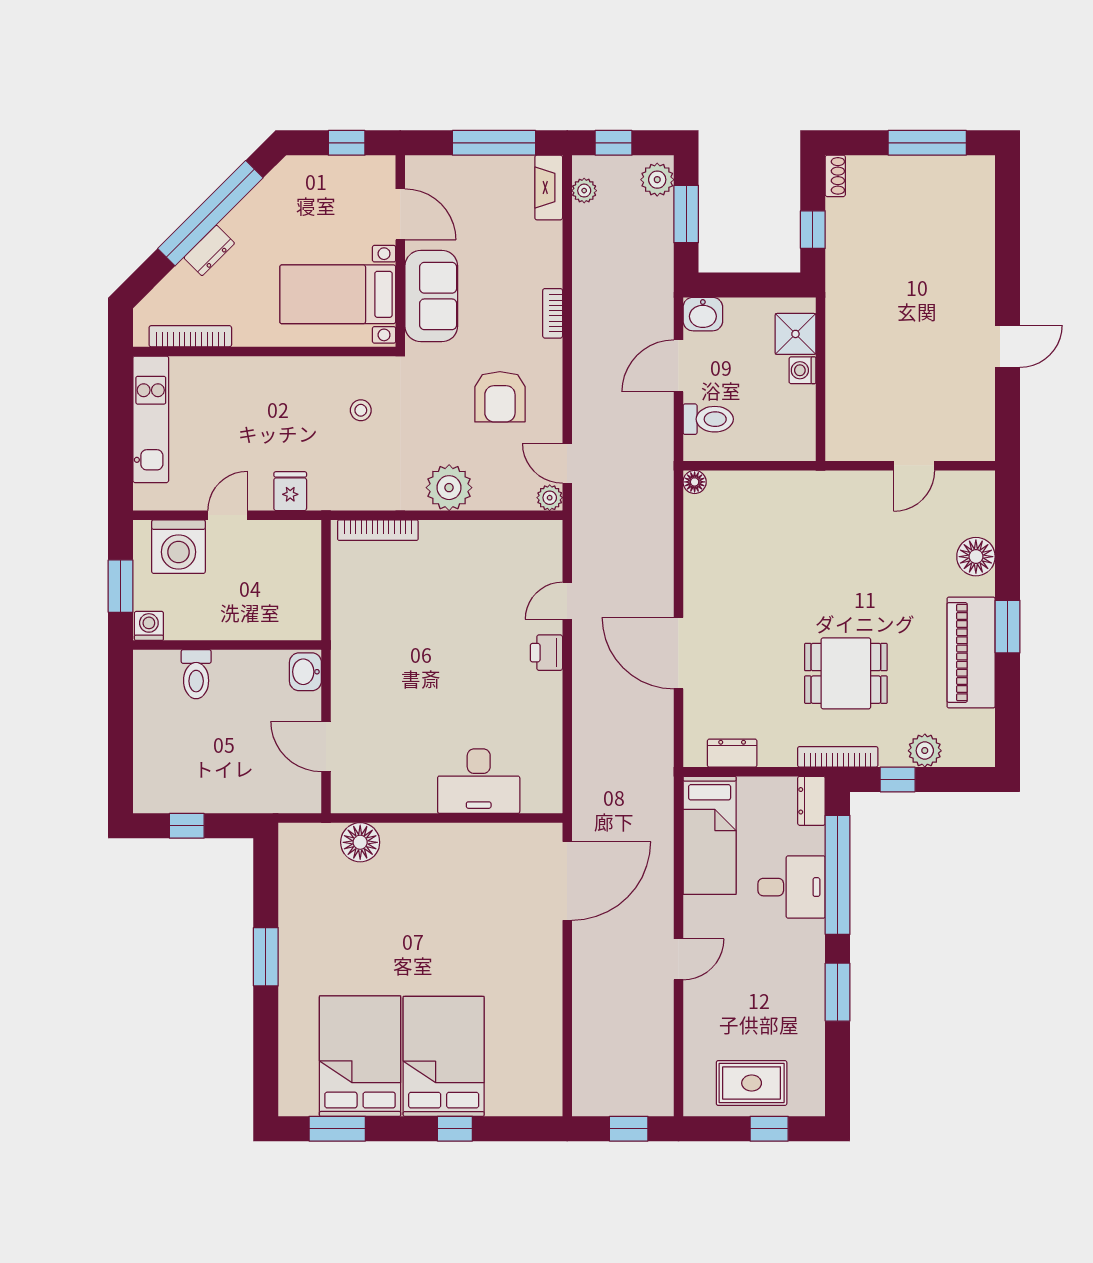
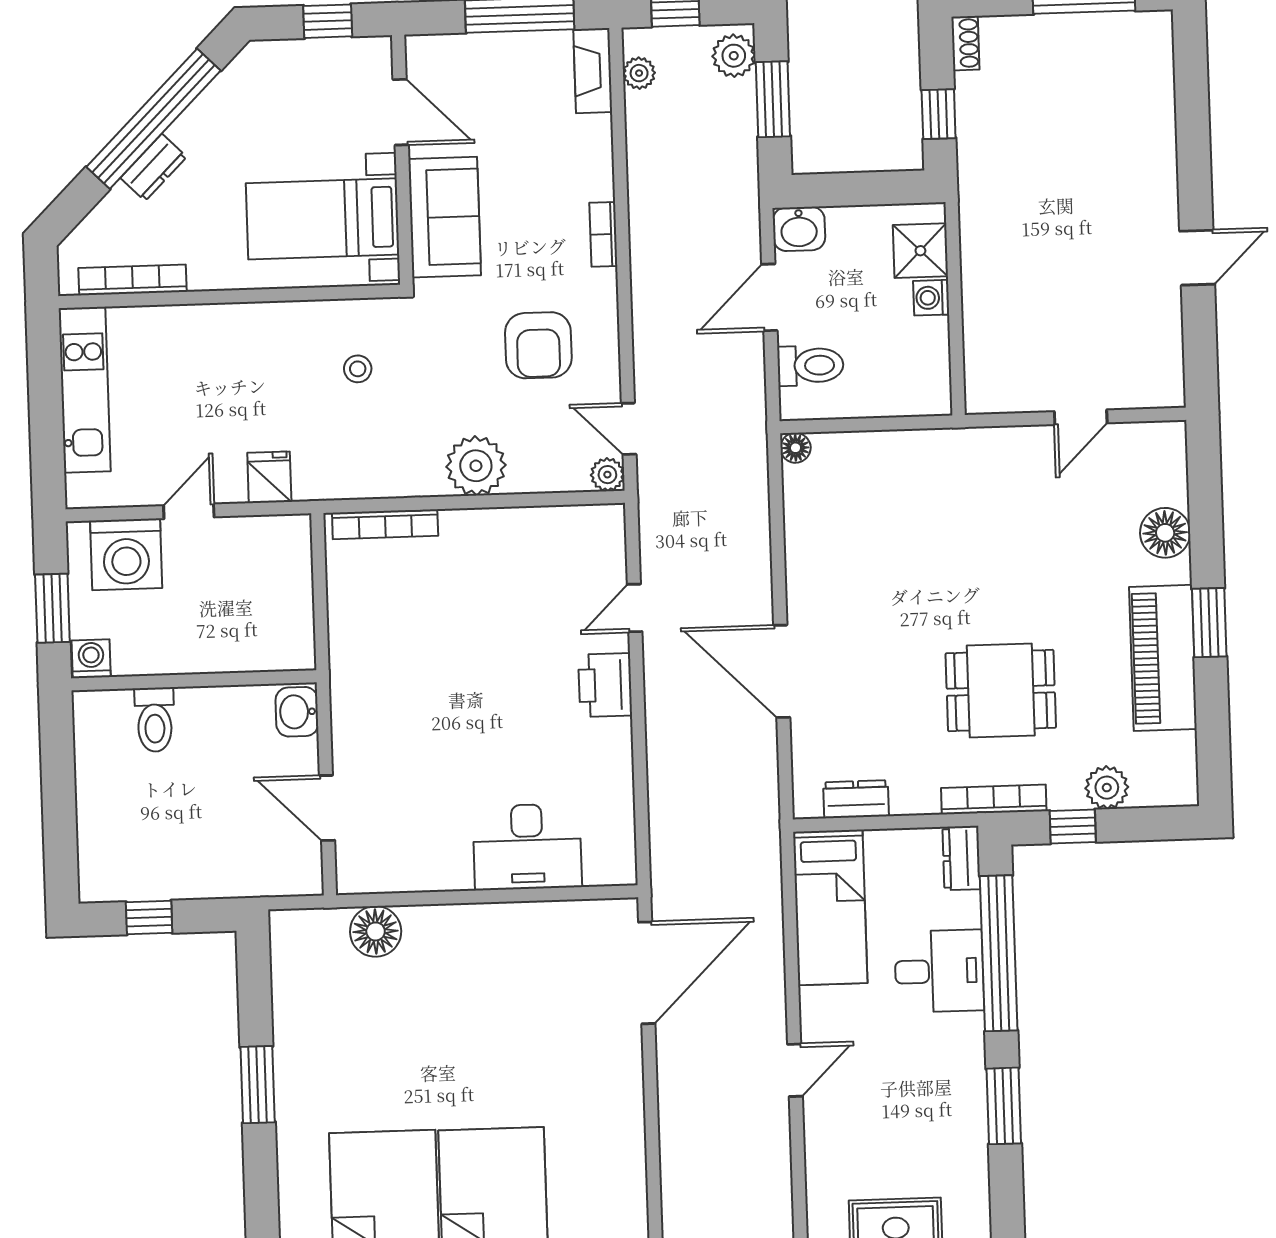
printer: (546, 653) -> (605, 685), width x1.36, depth x1.24

